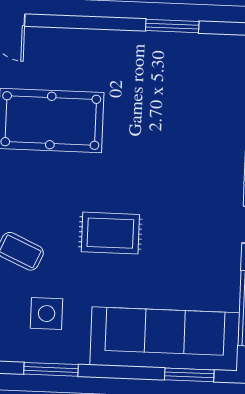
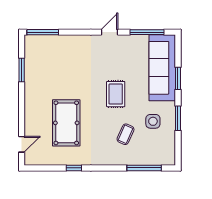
window: (189, 375) -> (178, 78), moved

